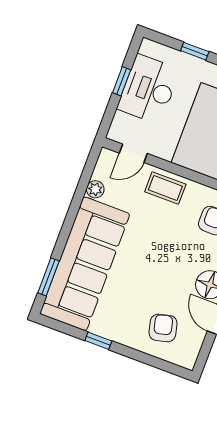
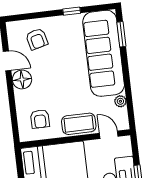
door: (133, 153) -> (109, 135), hinge flipped
coffee table: (165, 188) -> (79, 124), width x1.36, depth x1.30

